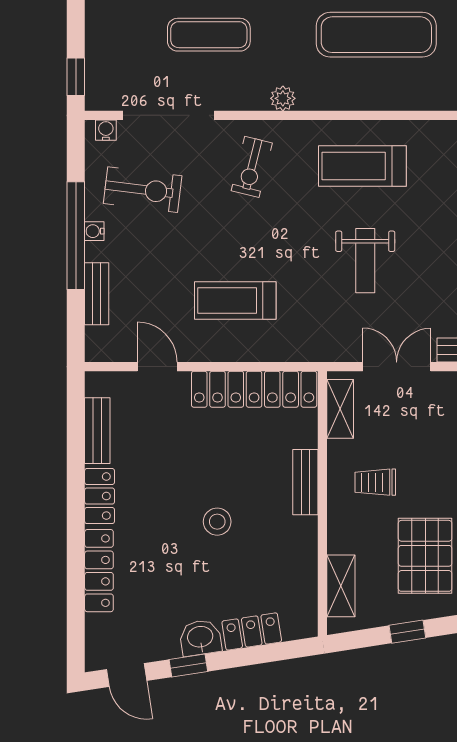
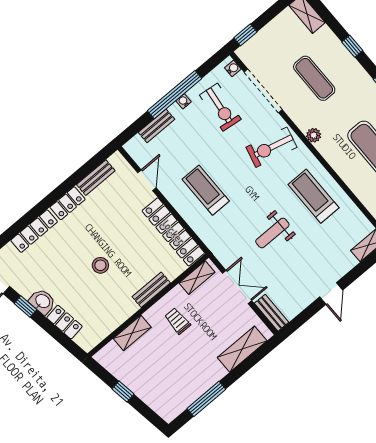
exercise bike: (252, 167) -> (271, 147), width x1.38, depth x1.39
pallet: (425, 556) -> (163, 371), removed
shelving: (341, 586) -> (132, 333), moved

